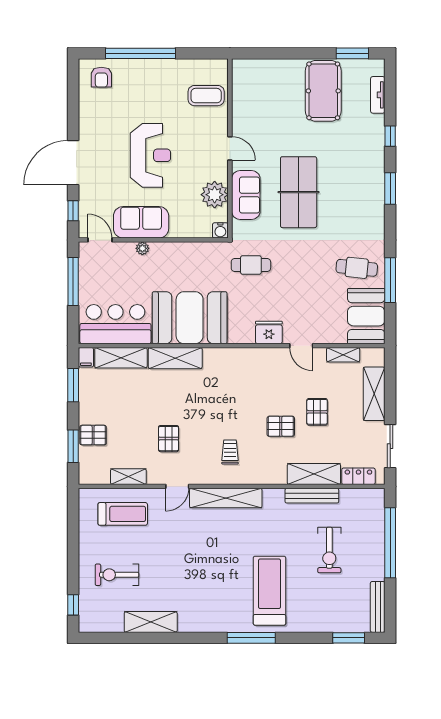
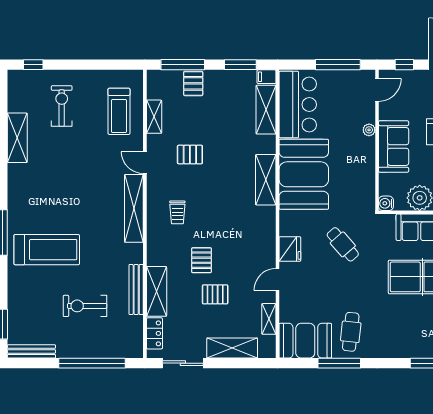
sofa: (141, 222) -> (394, 146), moved
cafe table: (251, 265) -> (343, 244), moved, turned -41
shelving: (175, 358) -> (266, 180), moved
window: (73, 446) -> (183, 65), width x1.44
trolley: (230, 452) -> (177, 212), turned 90

